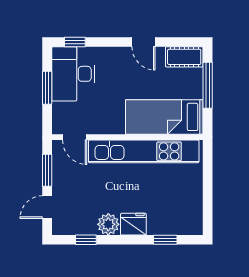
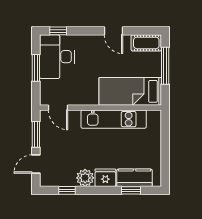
kitchen unit: (144, 151) -> (114, 119), width x0.73
kitchen counter: (170, 224) -> (134, 178), added

